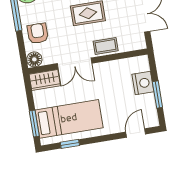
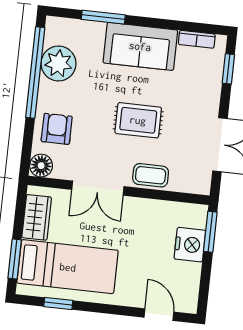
wardrobe: (45, 80) -> (37, 217), moved, turned -90
window: (157, 95) -> (210, 232), moved
door: (136, 133) -> (159, 315), hinge flipped

